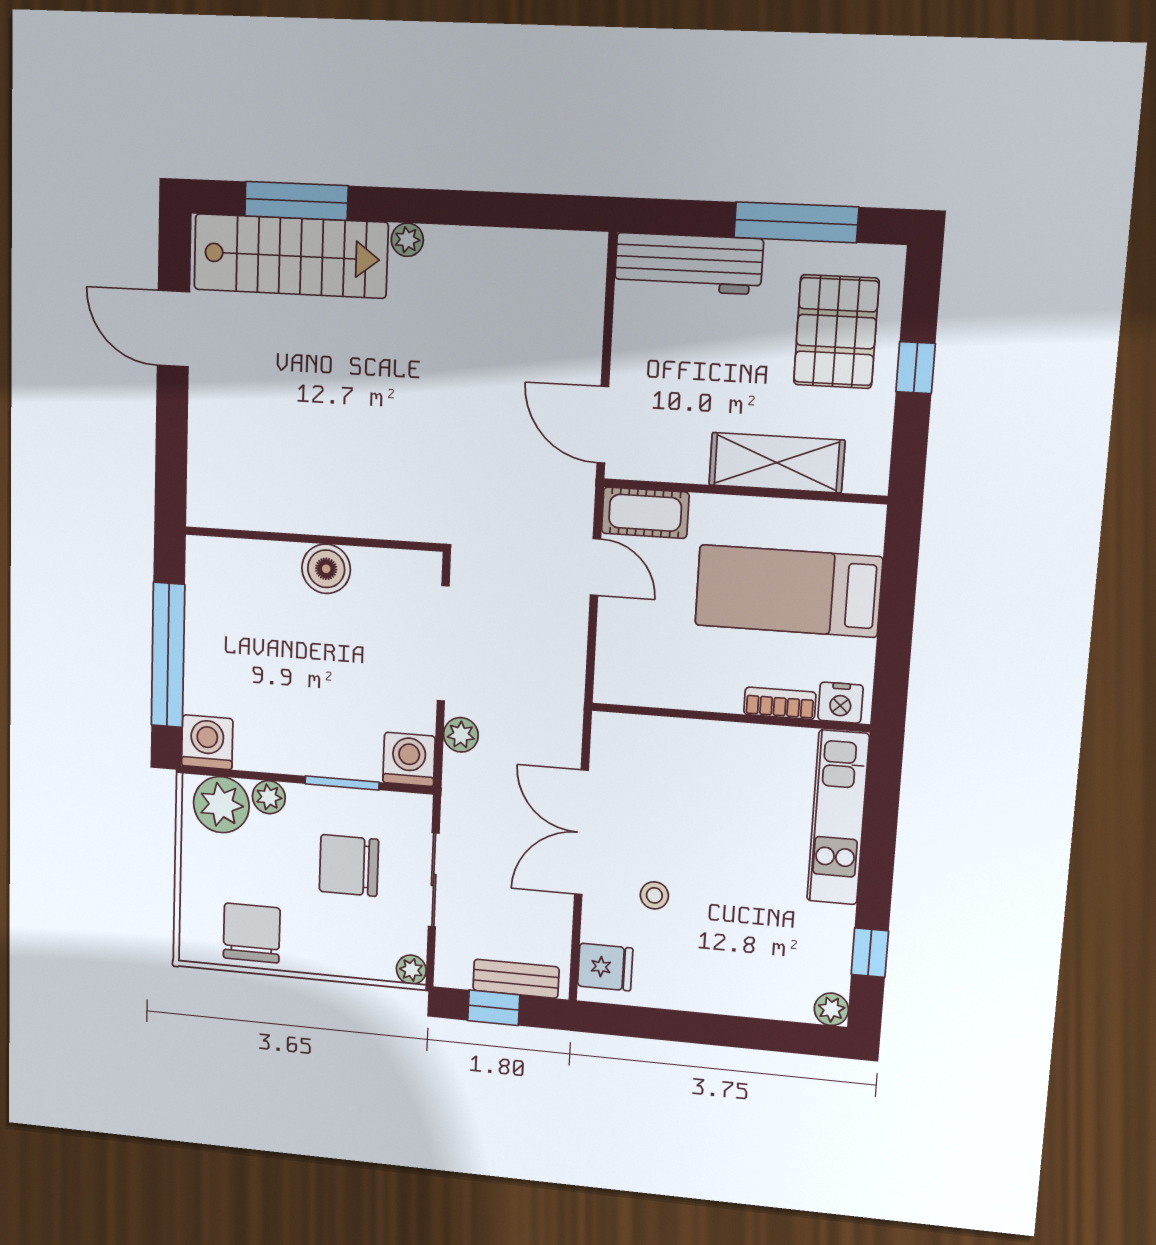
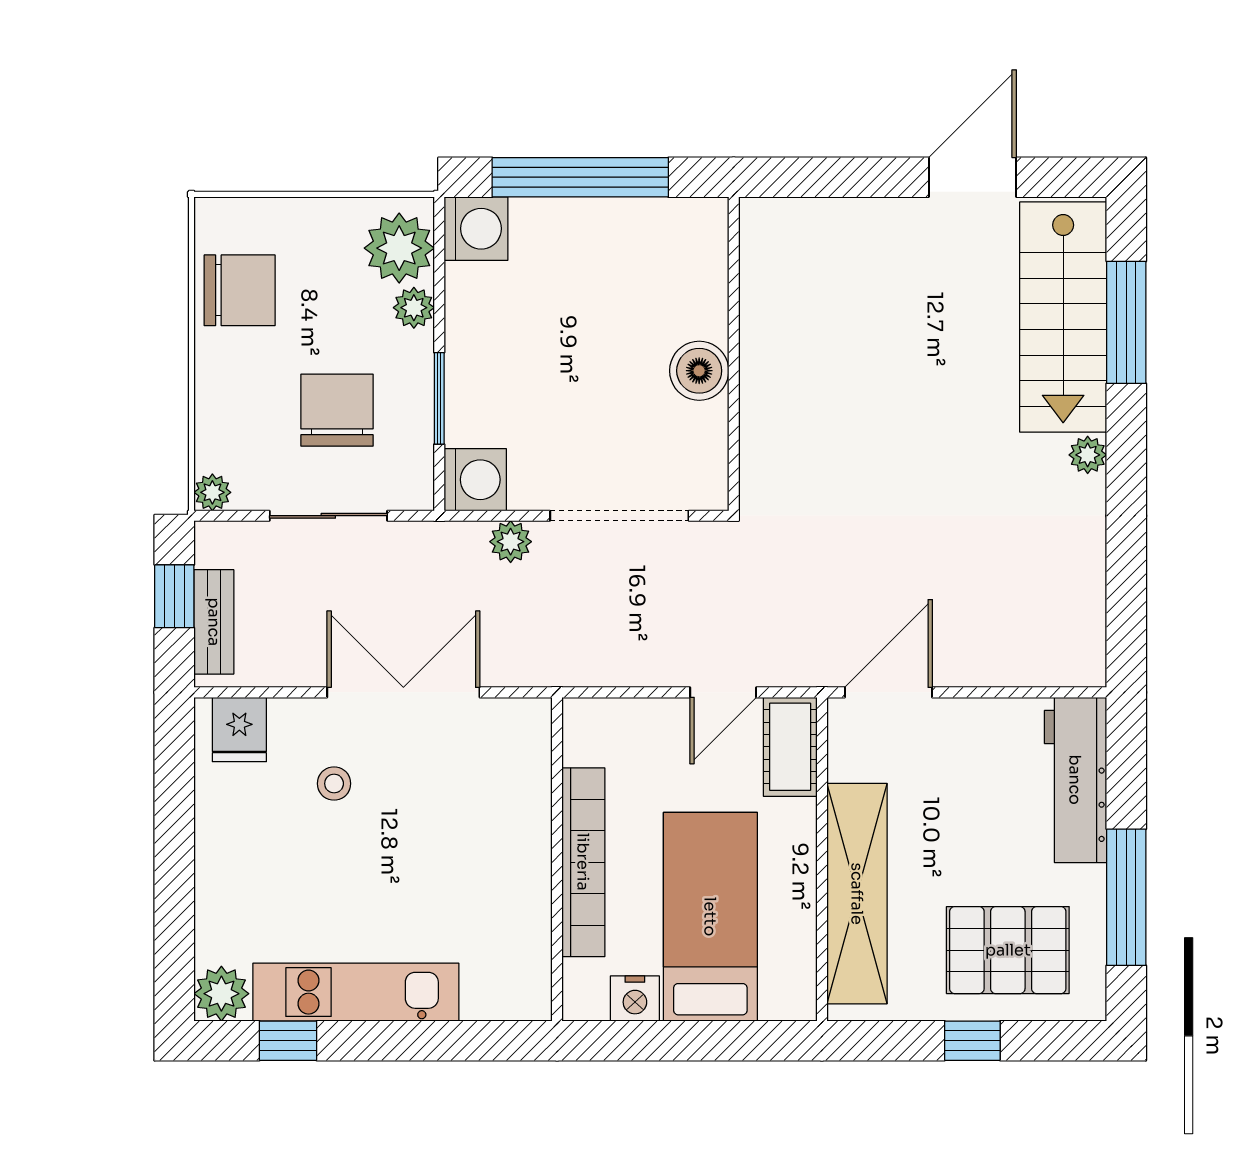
shelving: (777, 463) -> (857, 894), width x1.47
bookcase: (780, 703) -> (583, 862), width x2.31, depth x1.31
nightstand: (840, 703) -> (635, 998), moved, turned -90
kitchen unit: (838, 818) -> (356, 992), moved
plant: (831, 1009) -> (221, 994), width x1.38, depth x1.38

